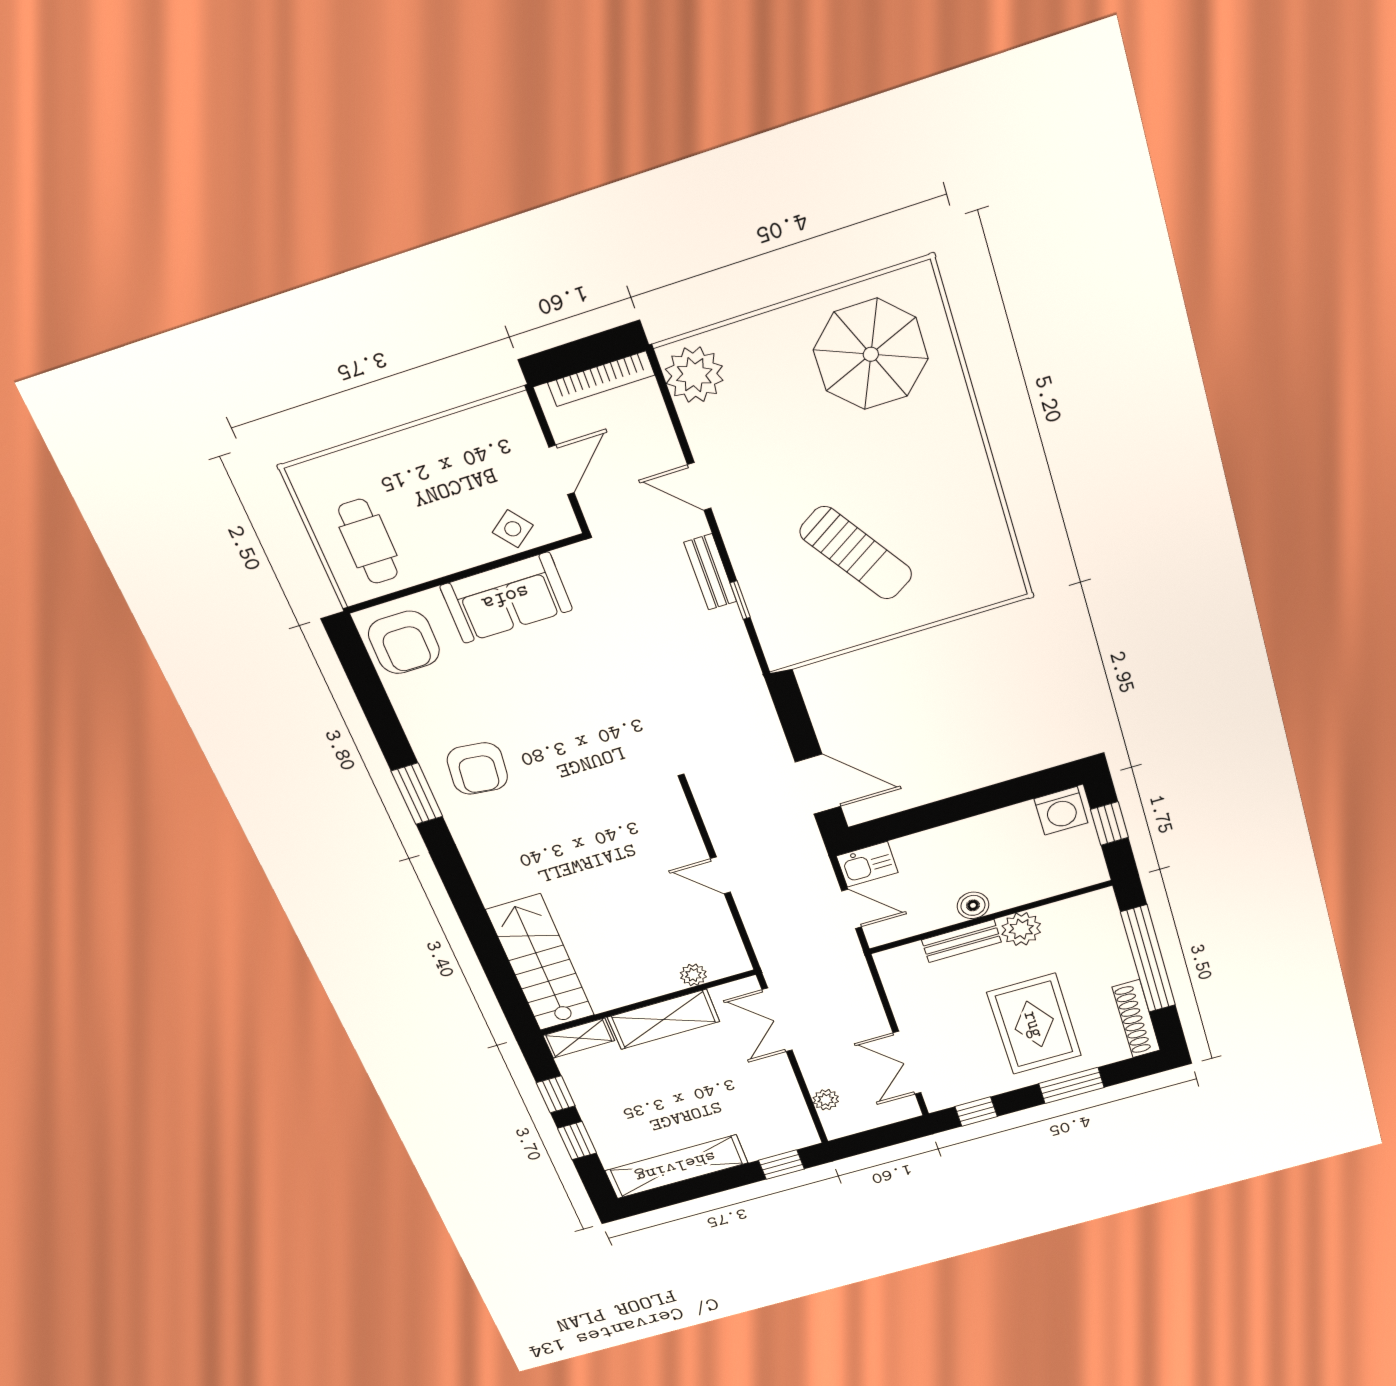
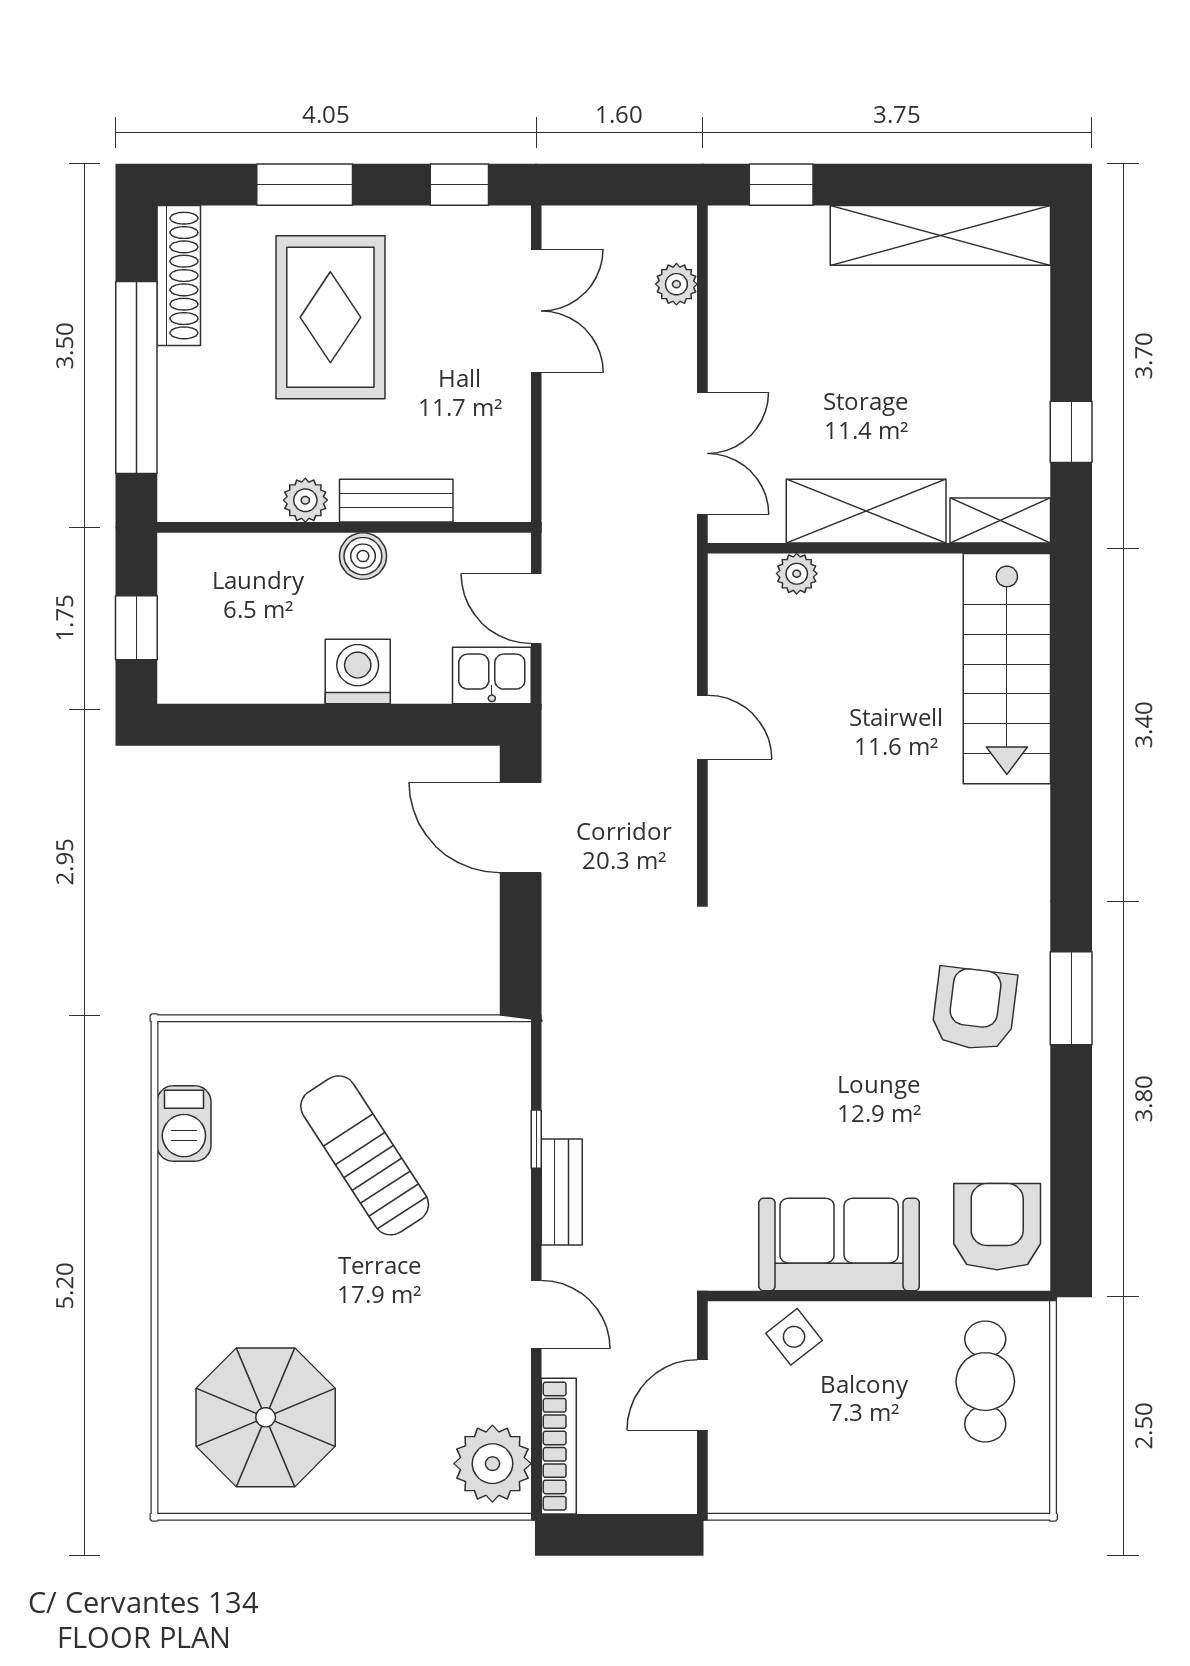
bookcase: (601, 379) -> (559, 1446), moved, turned 90
barbecue: (990, 534) -> (184, 1123), added
washing machine: (1061, 811) -> (358, 672), moved
plant: (1021, 929) -> (305, 500), width x0.73, depth x0.73
window: (577, 1141) -> (1071, 336), removed

